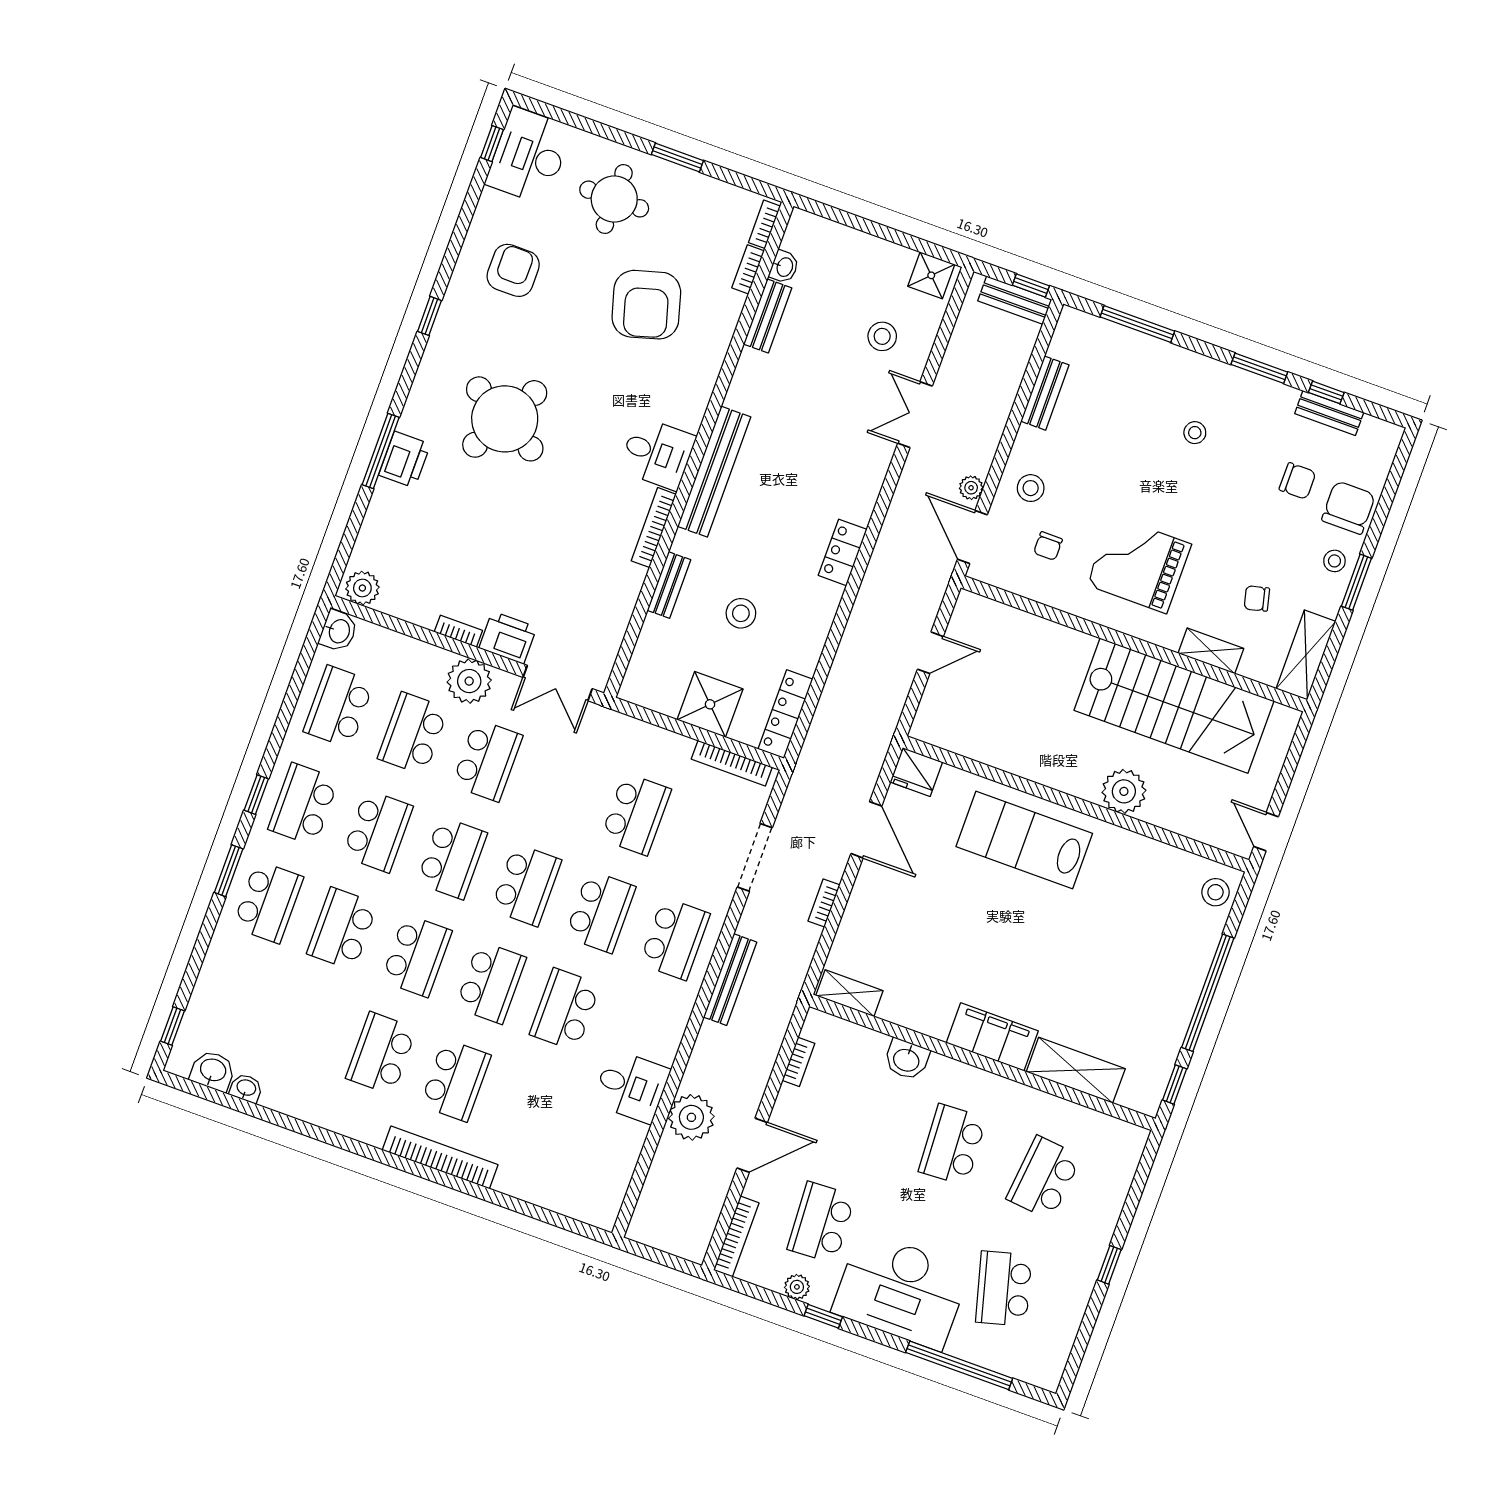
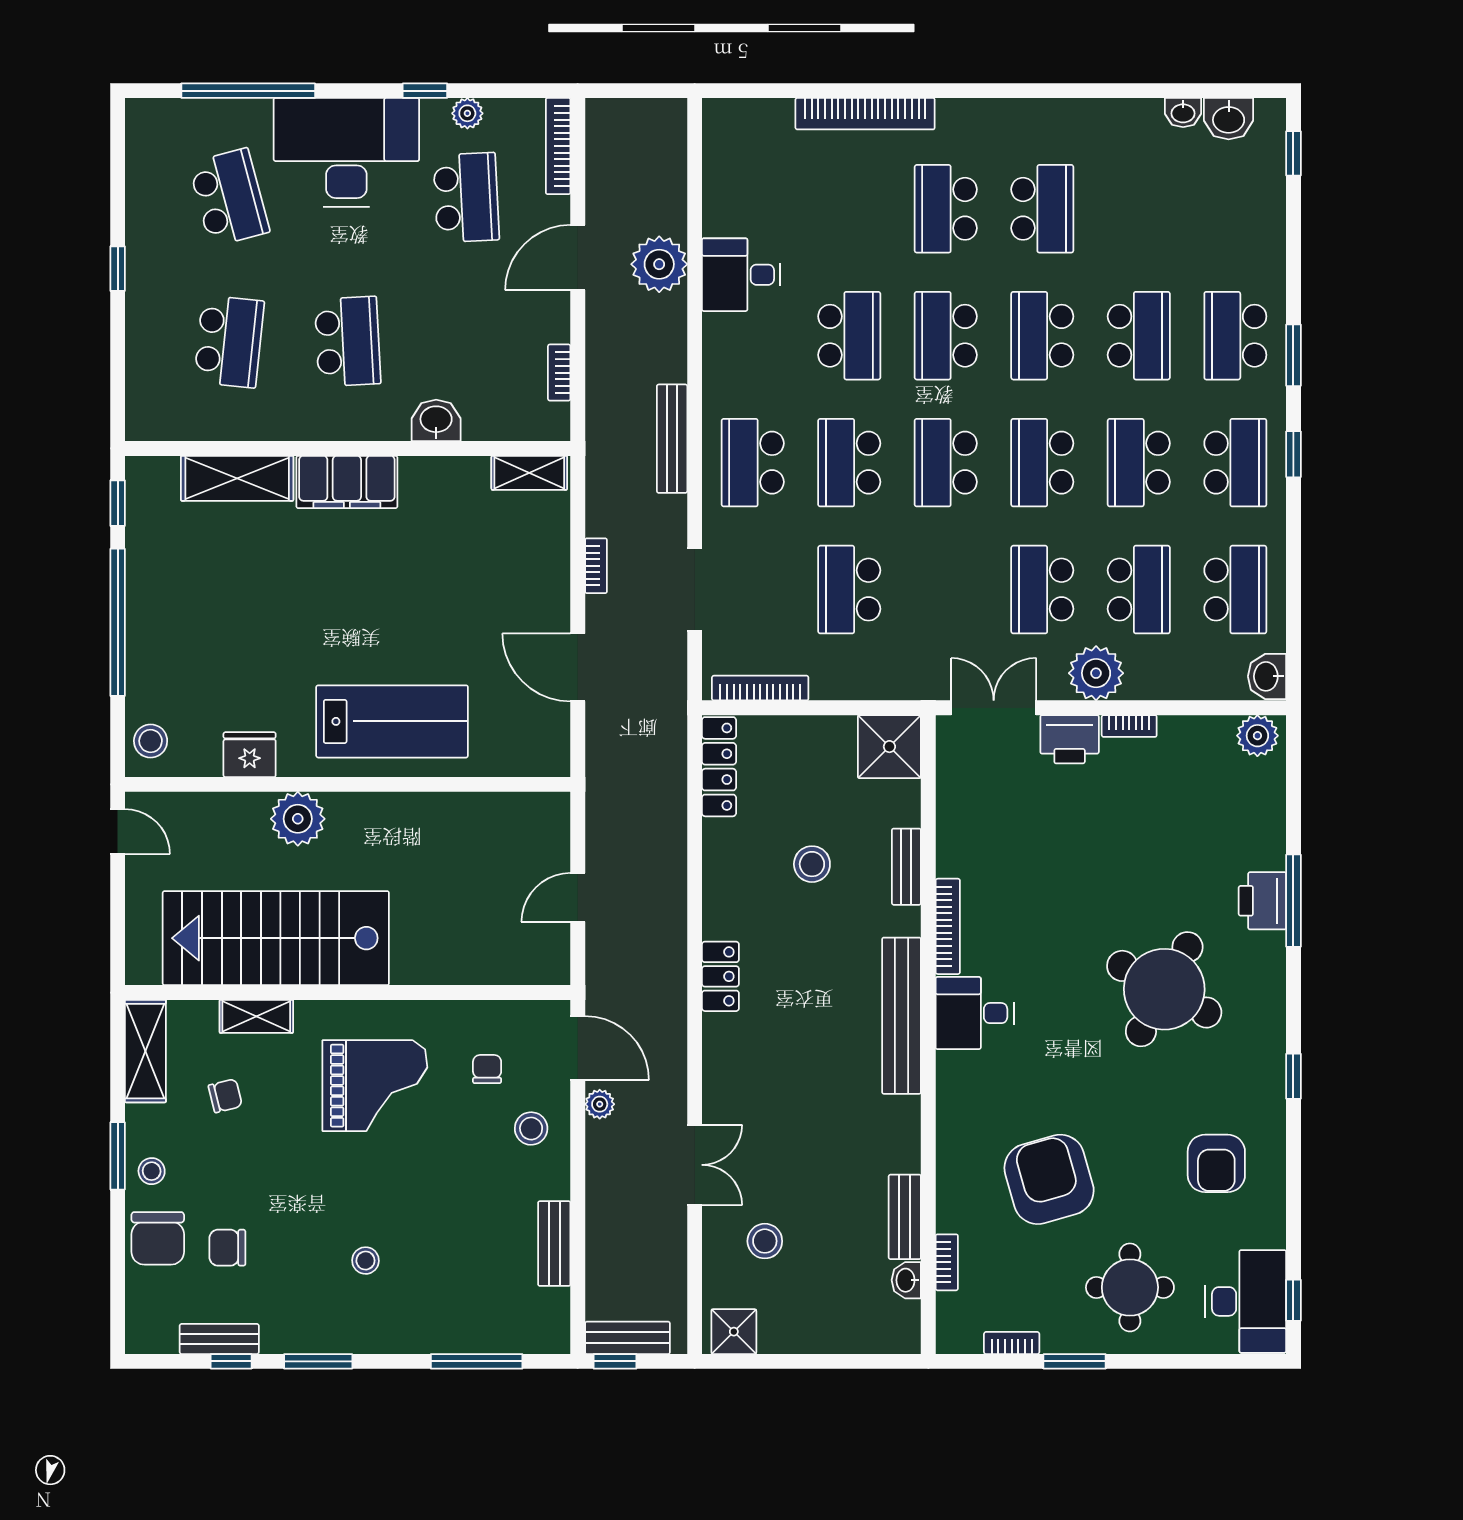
bookcase: (764, 224) -> (1012, 1343), moved, turned -90
shower: (710, 704) -> (889, 747), moved
fridge: (916, 772) -> (250, 755), moved
bookcase: (440, 1157) -> (865, 114), moved

